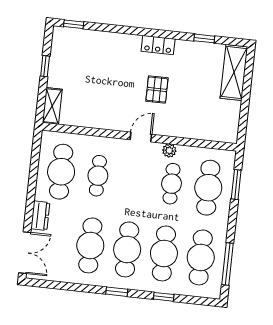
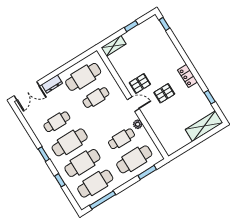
pallet: (122, 110) -> (140, 83), added
cafe table: (90, 245) -> (57, 122), width x0.73, depth x0.74

